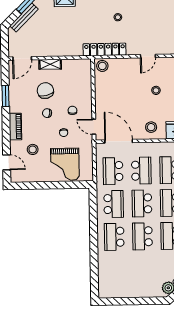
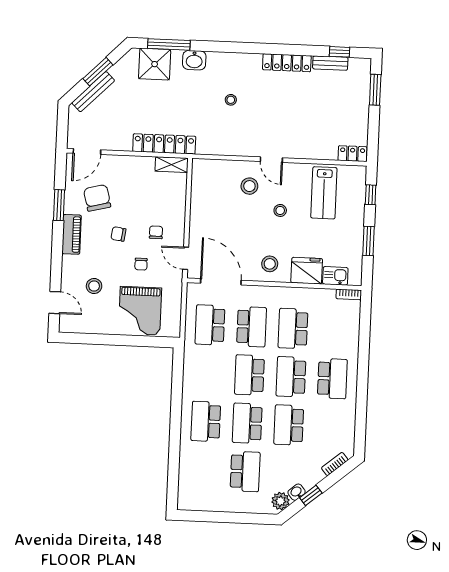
locker: (104, 49) -> (164, 144), moved
door: (148, 56) -> (271, 160), hinge flipped
shelving: (50, 64) -> (172, 165), moved
stool: (102, 66) -> (249, 186), moved
chair: (45, 91) -> (97, 198), moved
piano: (15, 127) -> (72, 234), moved
school desk: (114, 204) -> (245, 471), moved

